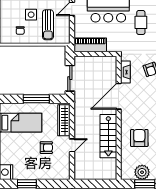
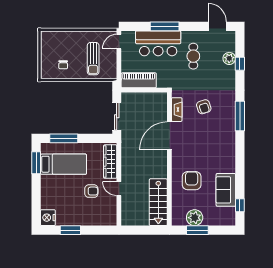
side table: (31, 15) -> (75, 48), removed
window: (36, 99) -> (64, 138), moved
stairs: (108, 136) -> (158, 202), moved
door: (72, 145) -> (119, 189), swing flipped

